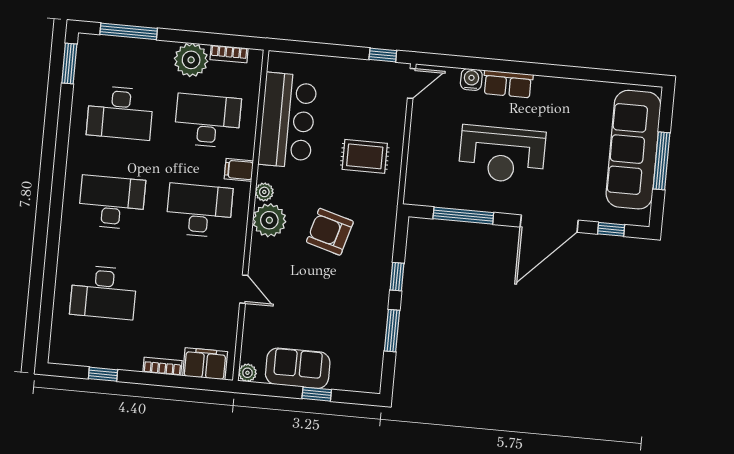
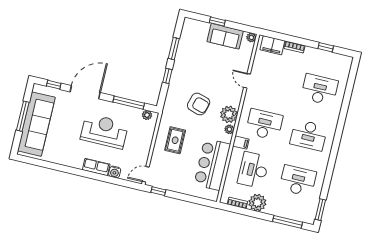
desk: (208, 121) -> (253, 170), turned 90
rug: (365, 156) -> (175, 140), turned 90
plant: (425, 197) -> (147, 115), added
desk: (199, 211) -> (264, 124), turned 180

